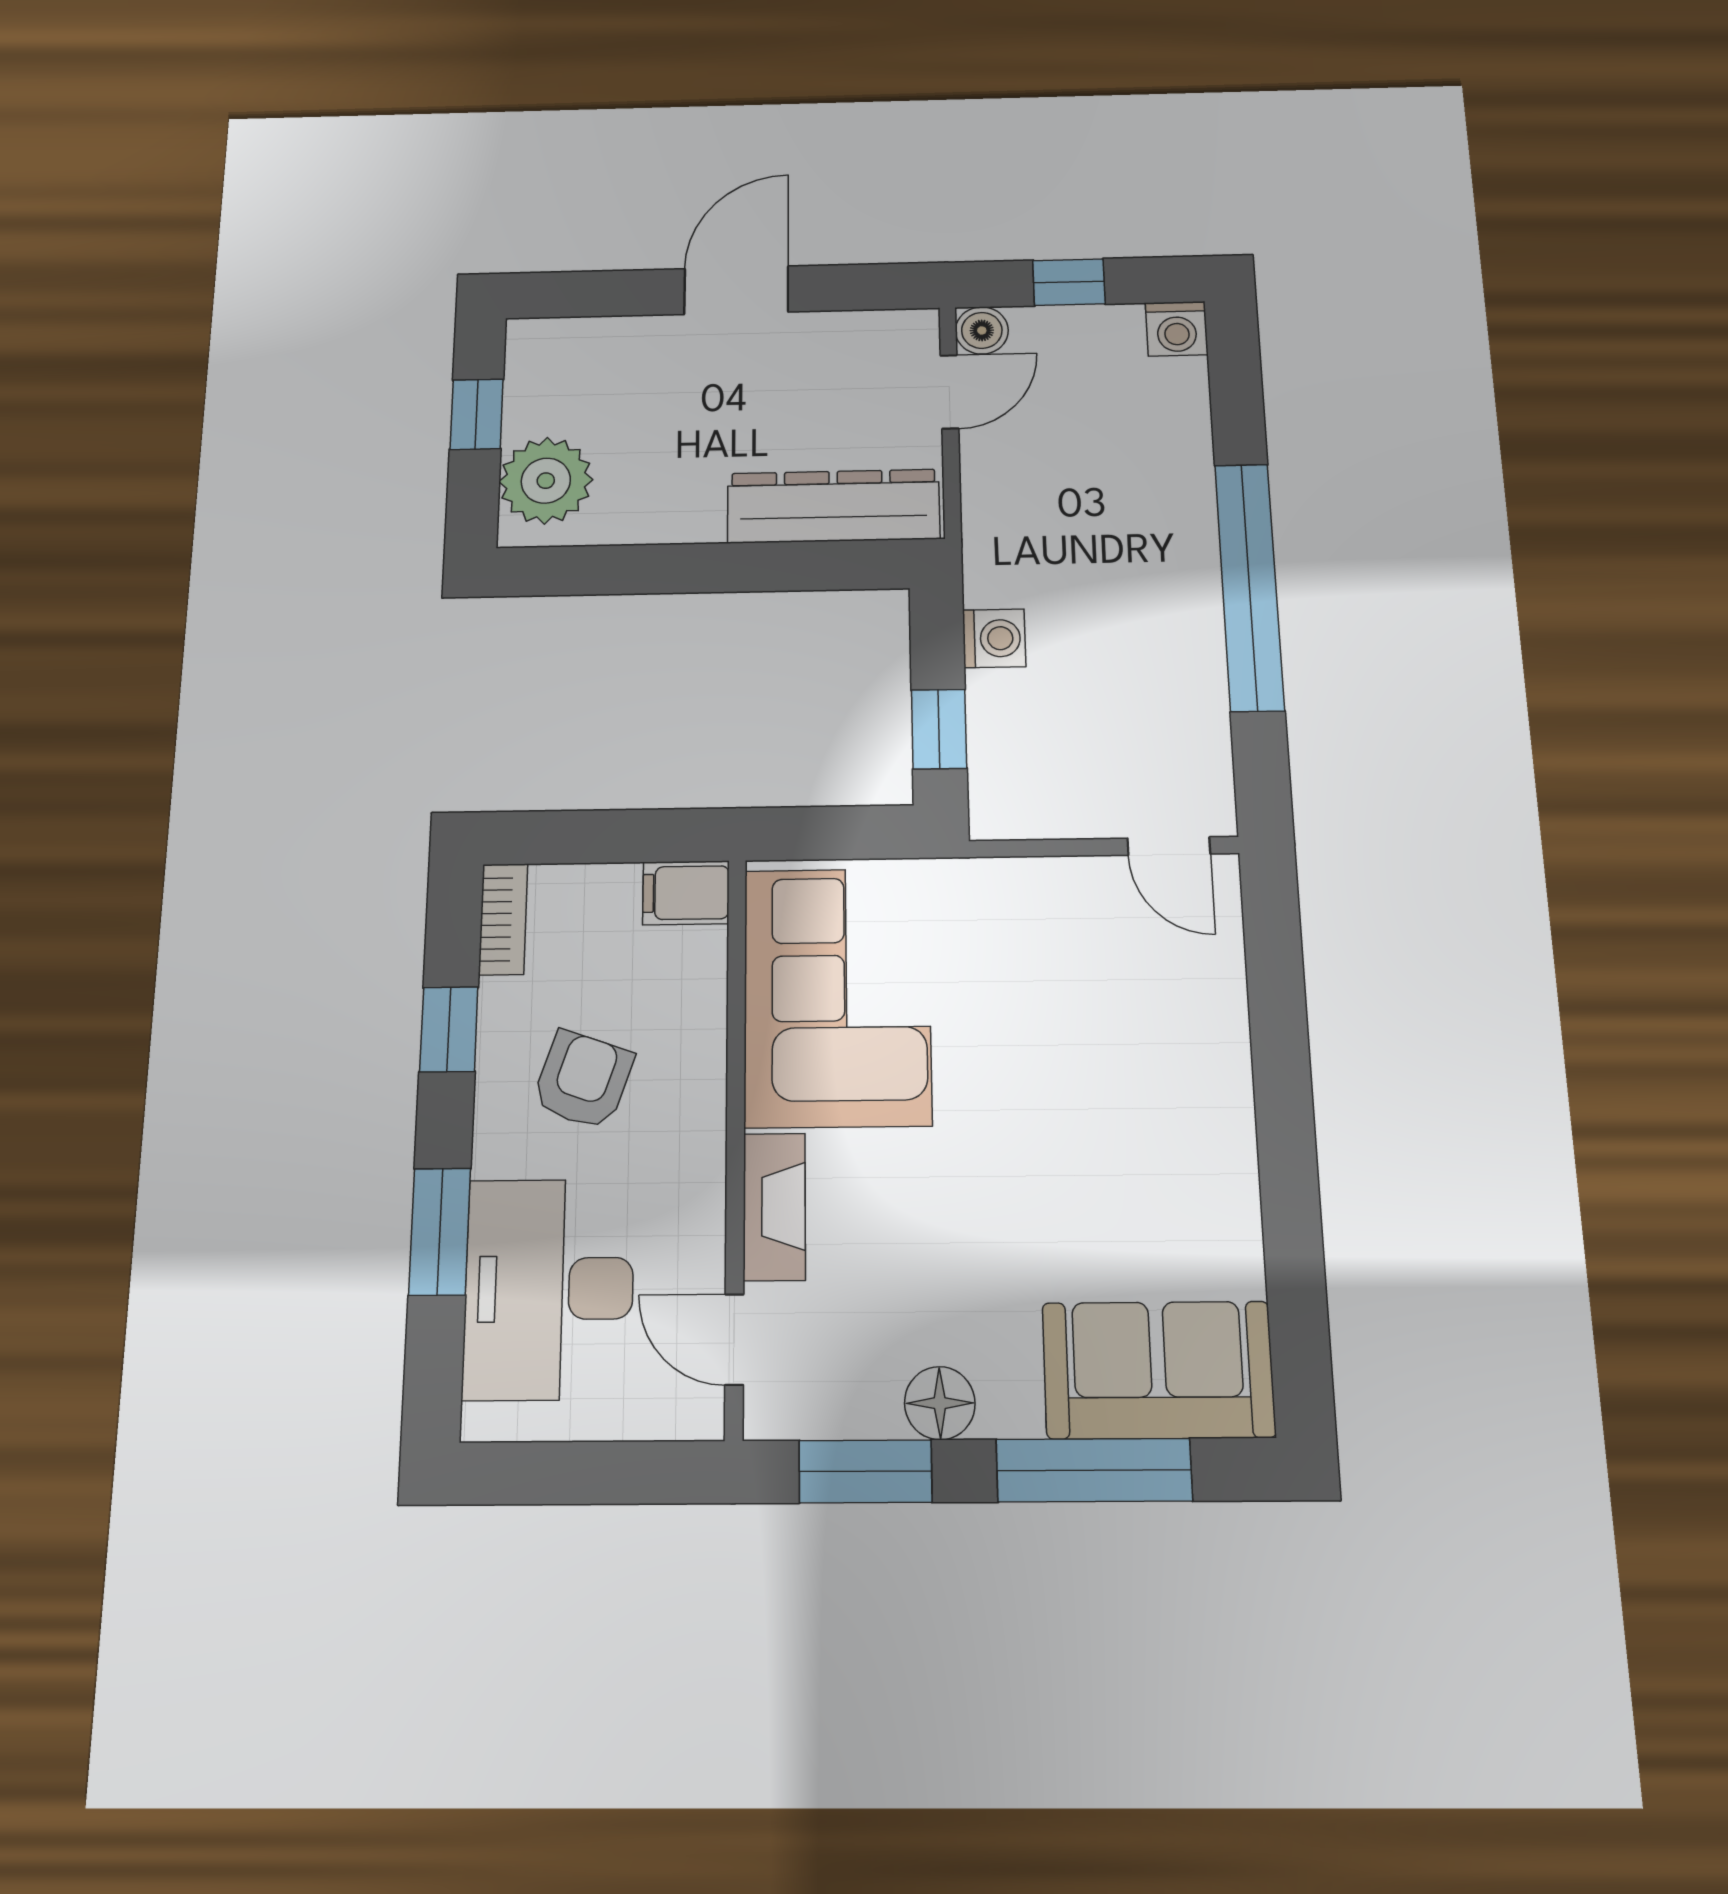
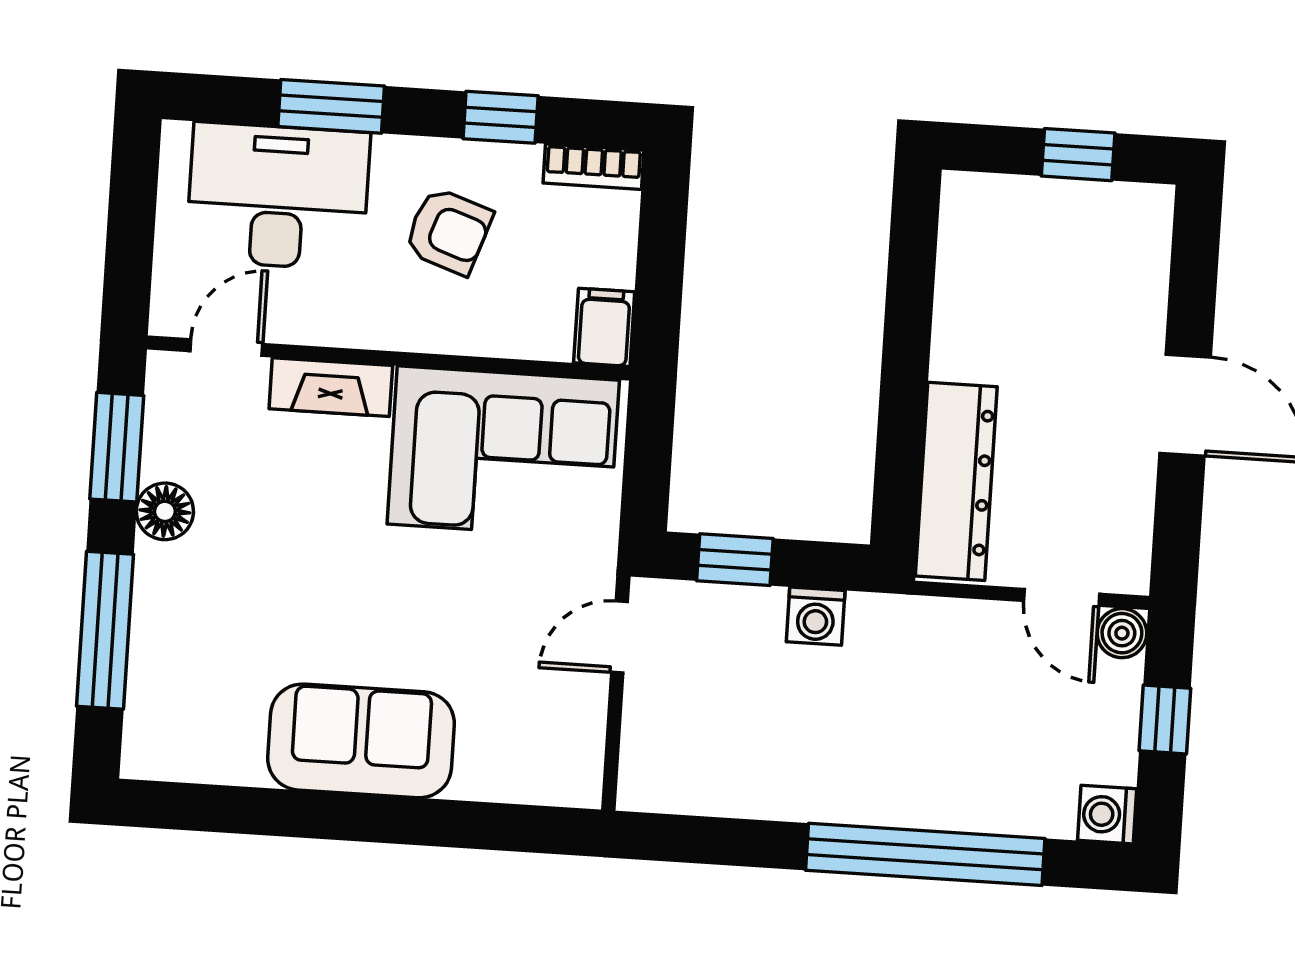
plant: (546, 481) -> (1005, 217), removed
window: (1249, 586) -> (925, 854), moved
door: (1169, 846) -> (620, 637), moved
sofa: (1158, 1370) -> (361, 741), moved, turned -90

